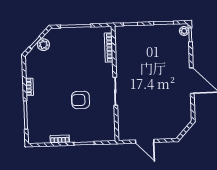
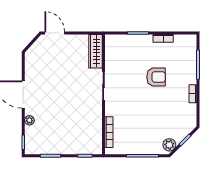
plant: (184, 31) -> (29, 120), moved
plant: (43, 45) -> (169, 145), moved
armchair: (81, 100) -> (156, 77), moved
wardrobe: (124, 124) -> (96, 51), added
door: (145, 141) -> (55, 33), moved

